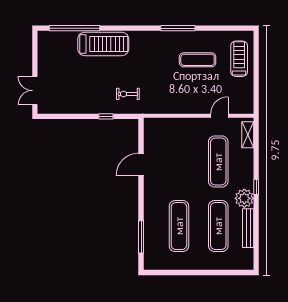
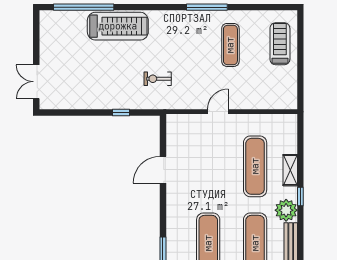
exercise mat: (198, 60) -> (230, 45), turned 90
exercise bike: (128, 94) -> (158, 79), moved
door: (220, 116) -> (218, 112), moved
shelving: (248, 135) -> (290, 170), moved

